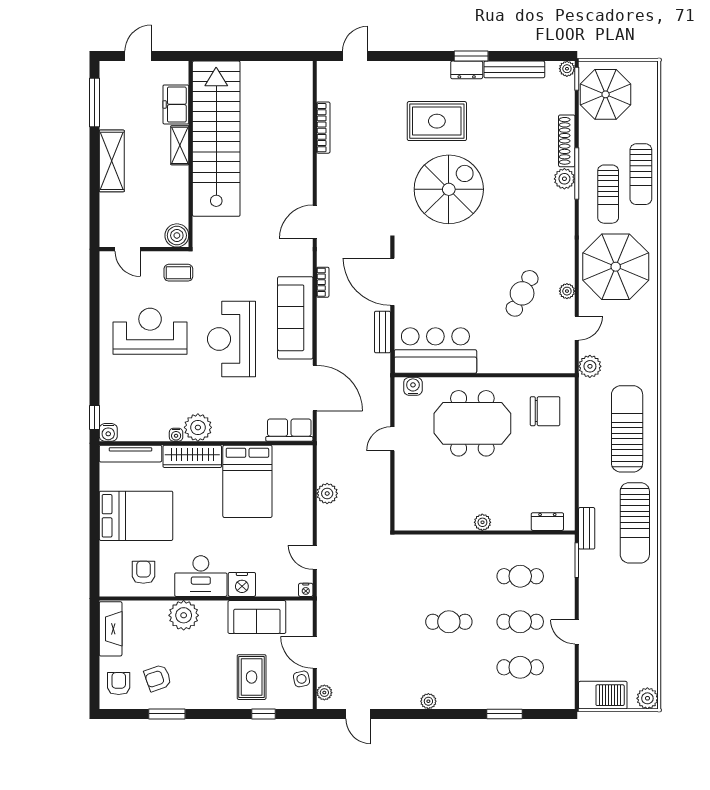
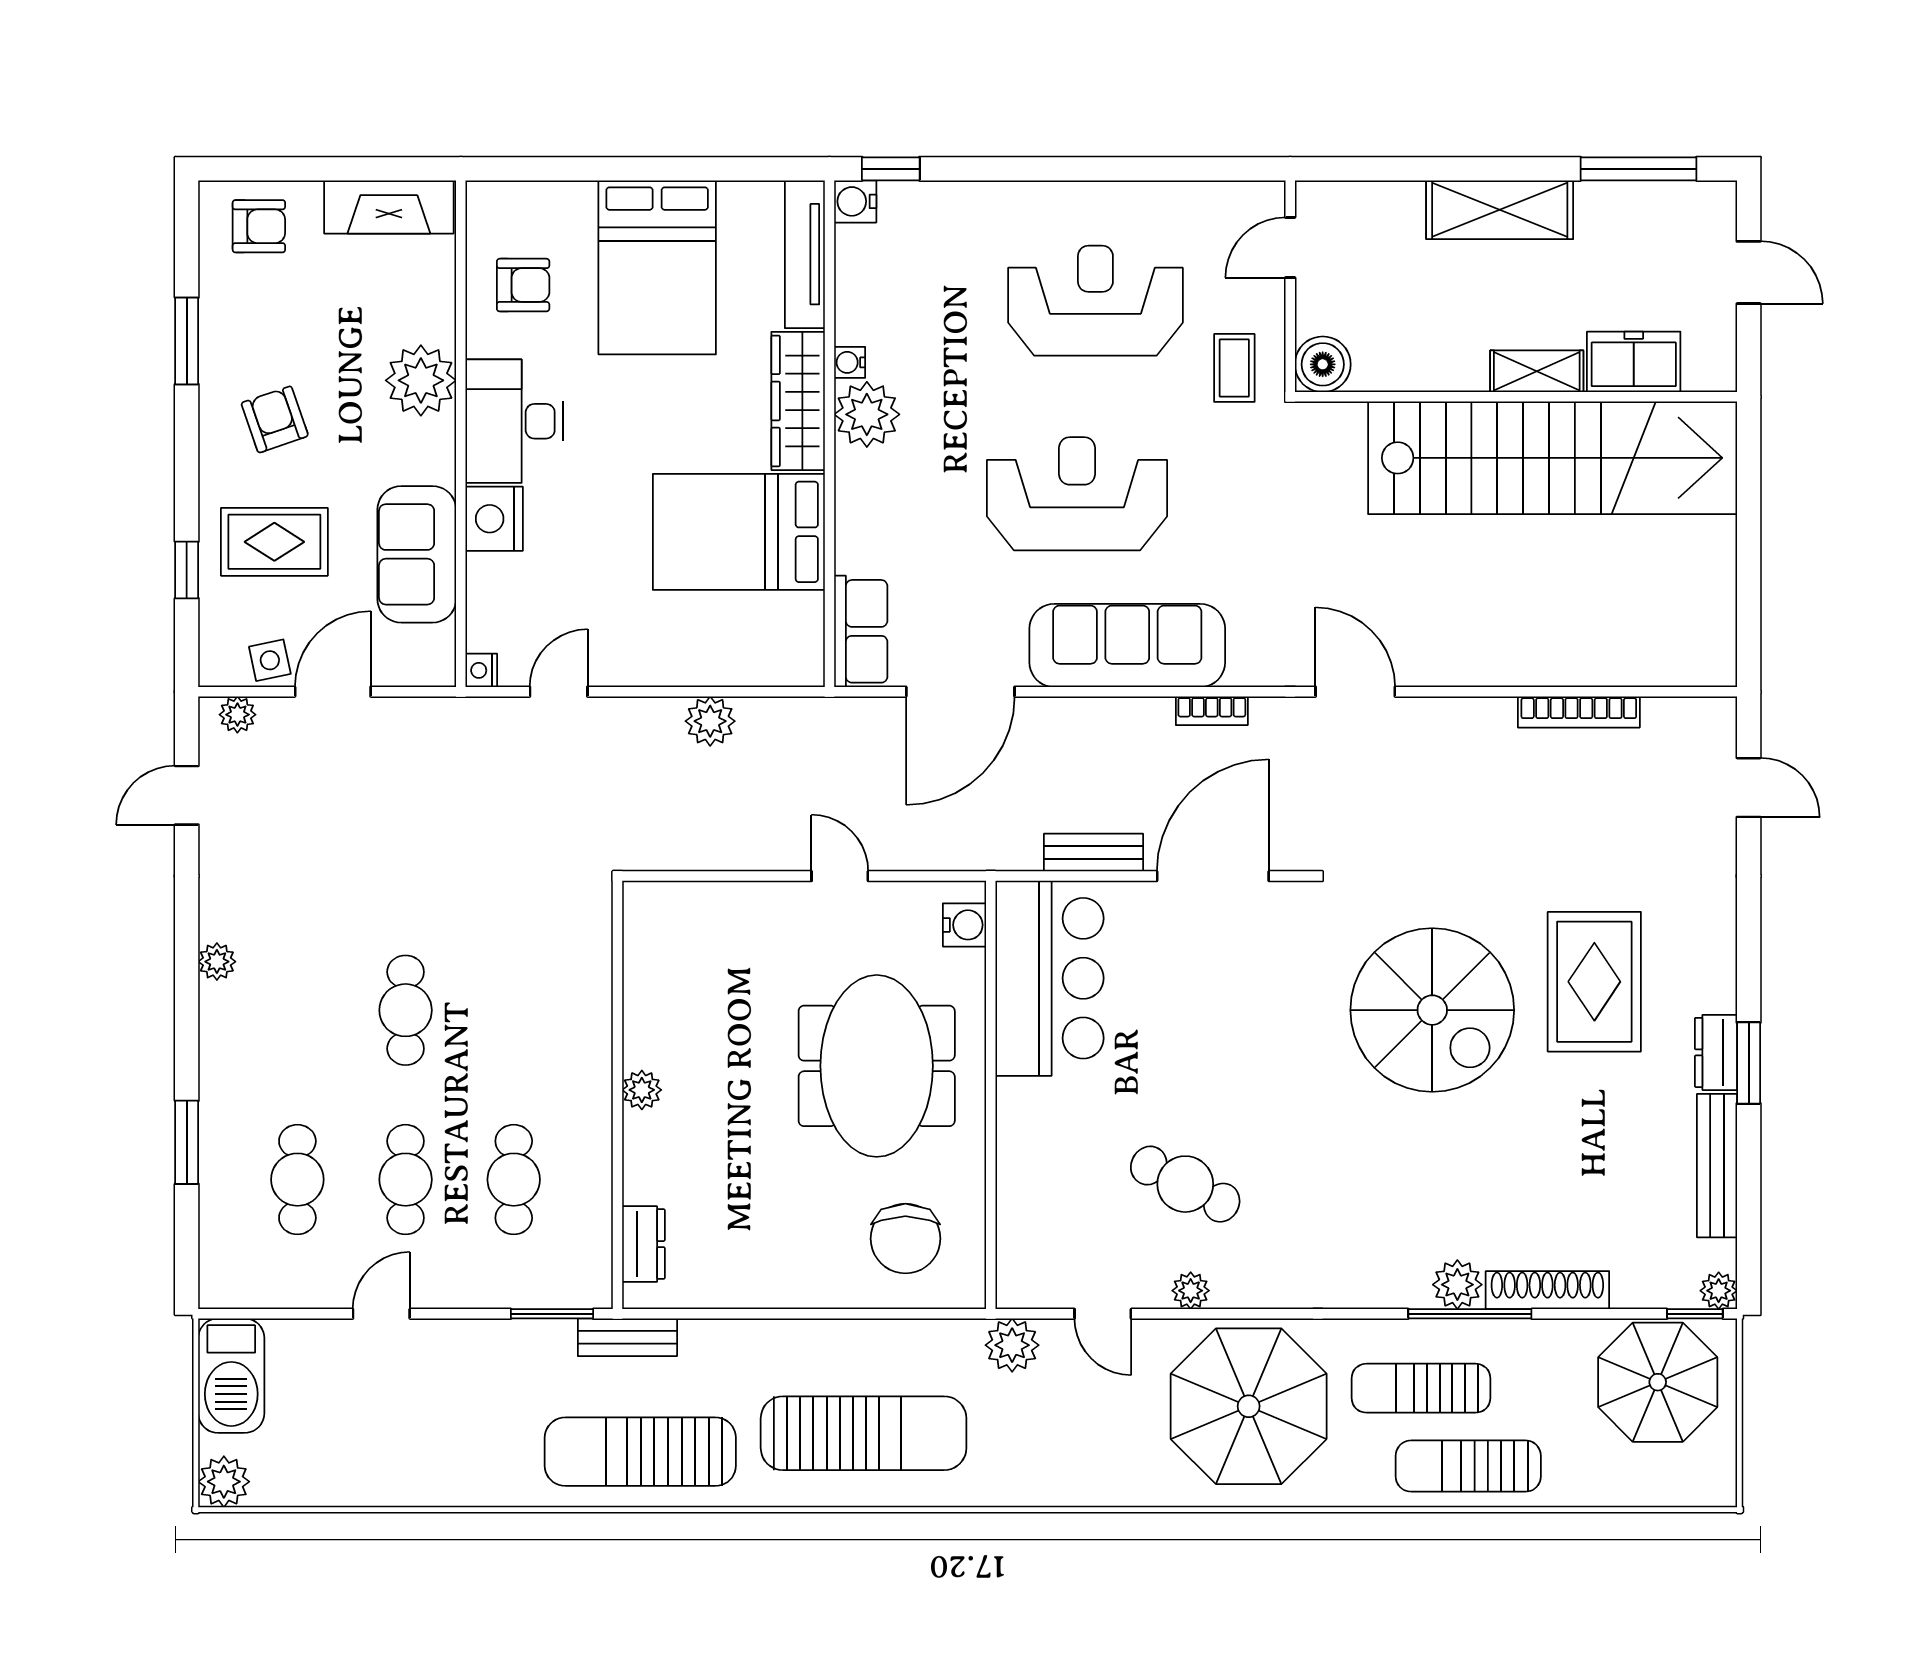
reception desk: (150, 331) -> (1095, 301), turned -90
armchair: (158, 678) -> (275, 419), moved

